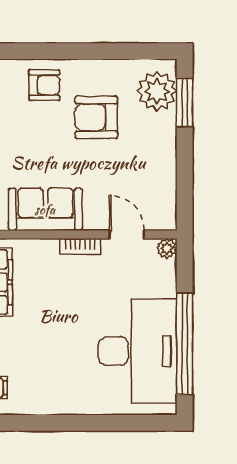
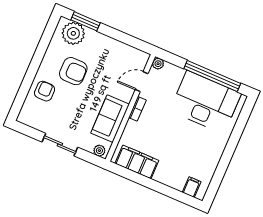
armchair: (96, 117) -> (73, 71), turned -90

